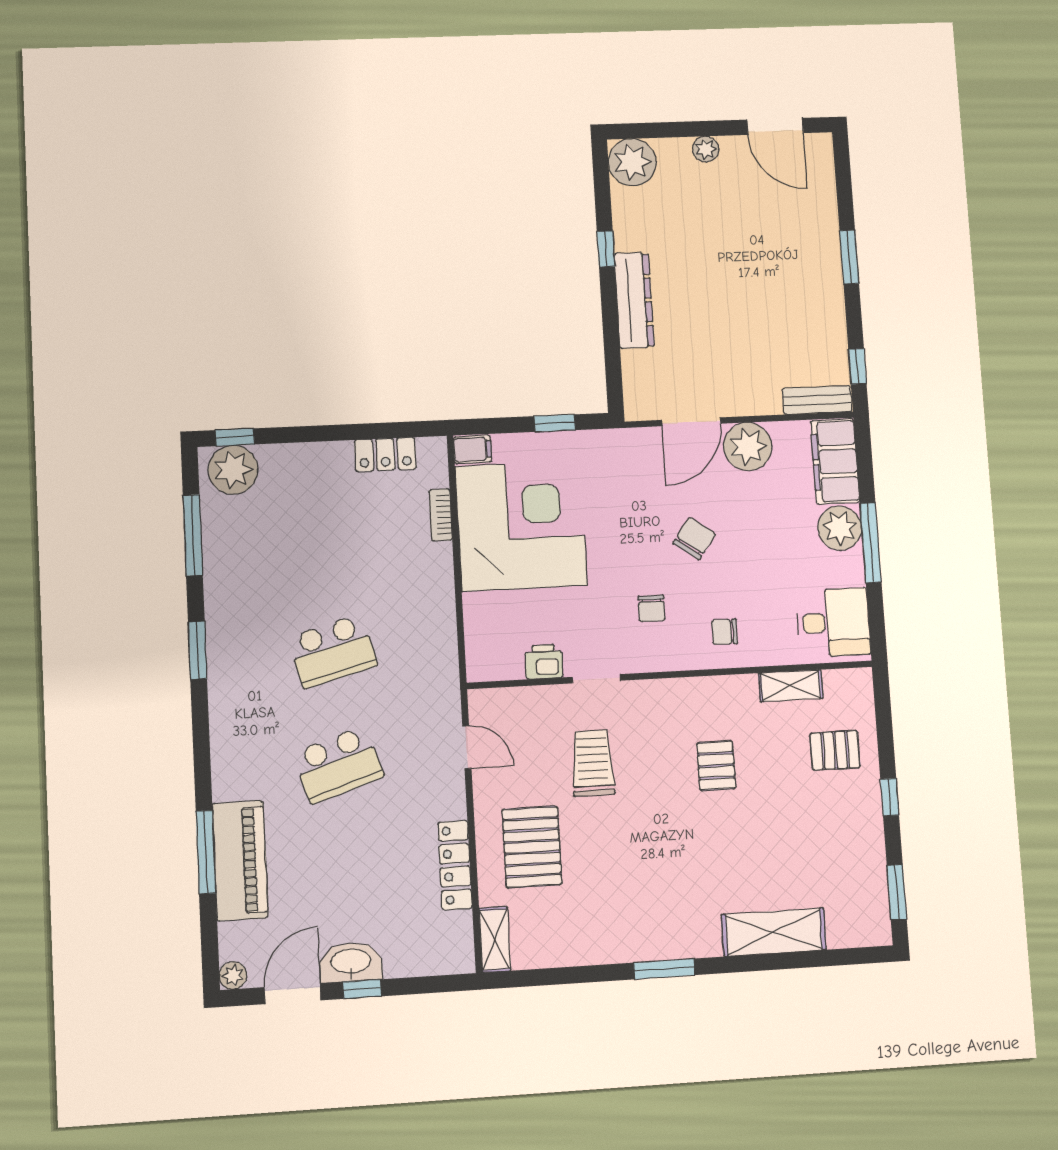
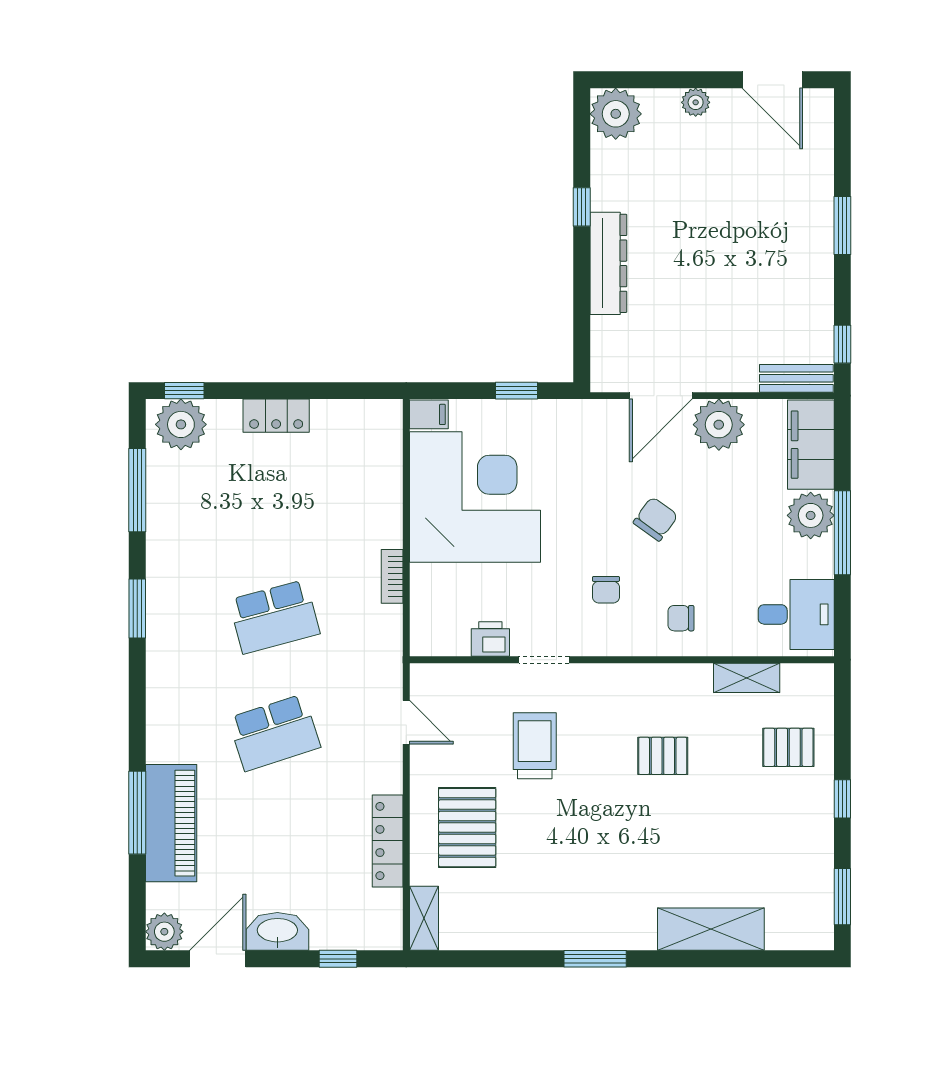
locker: (385, 454) -> (276, 416), moved
bookcase: (441, 515) -> (392, 576), moved
pallet: (716, 766) -> (663, 756), turned 90
plant: (233, 975) -> (164, 932), width x1.38, depth x1.38
window: (362, 989) -> (338, 959), moved

